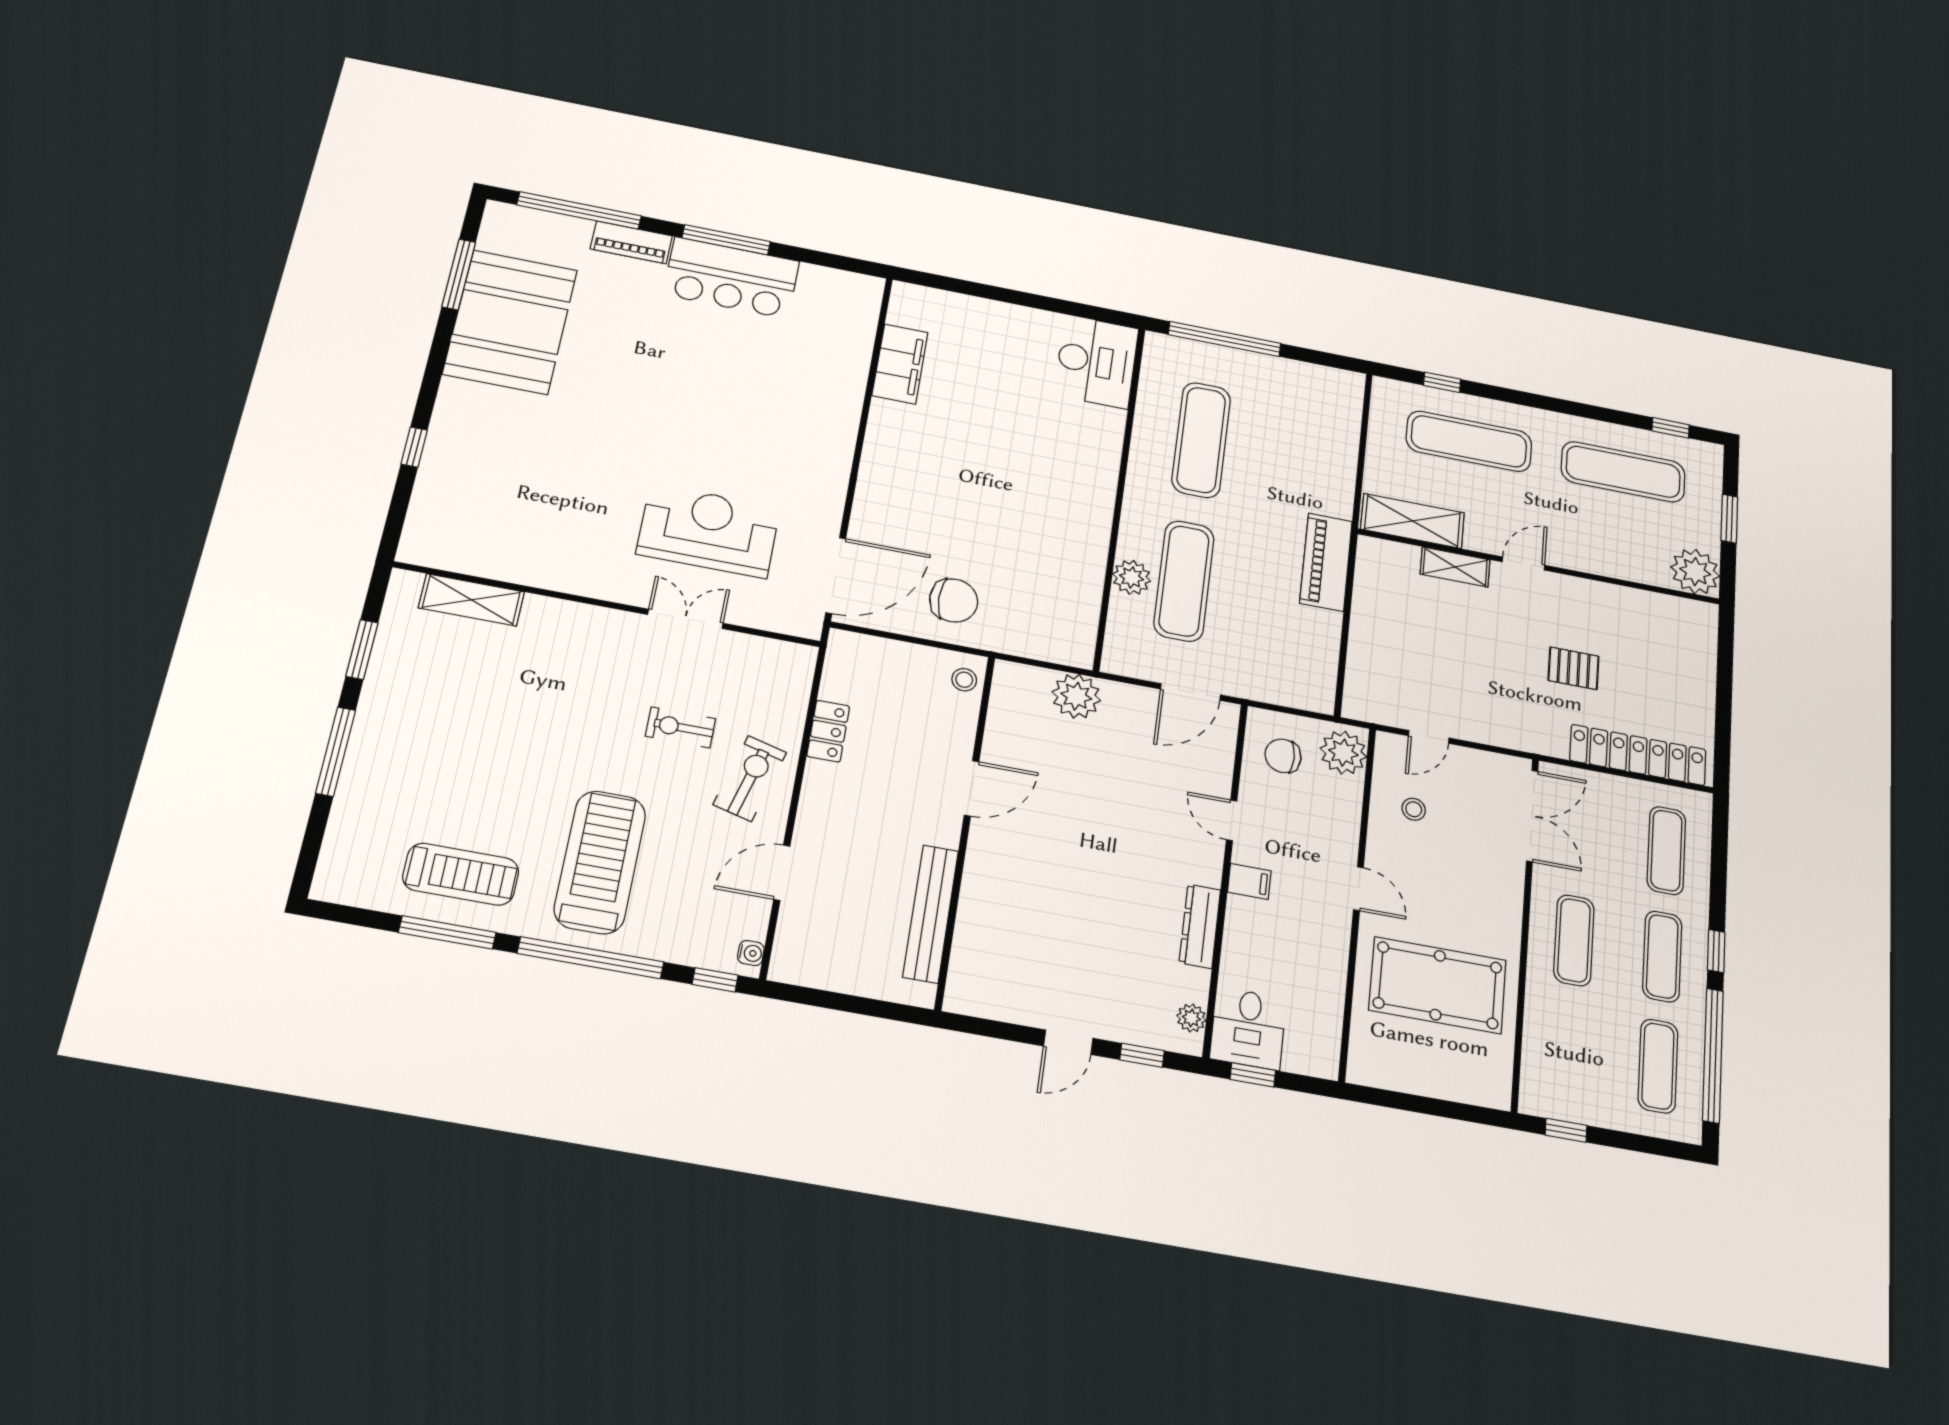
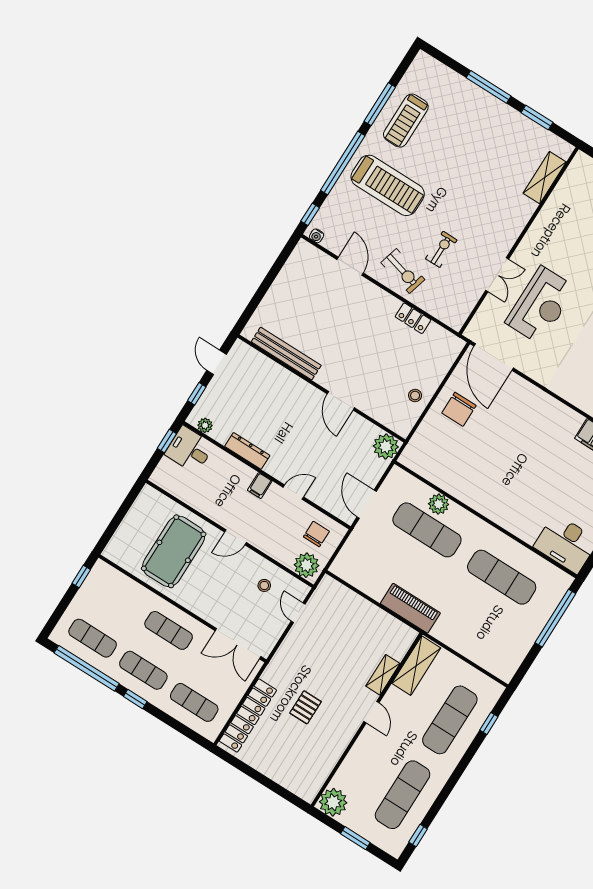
door: (972, 788) -> (341, 401), moved
wall: (965, 829) -> (322, 389), moved
bench: (931, 914) -> (286, 354), moved

